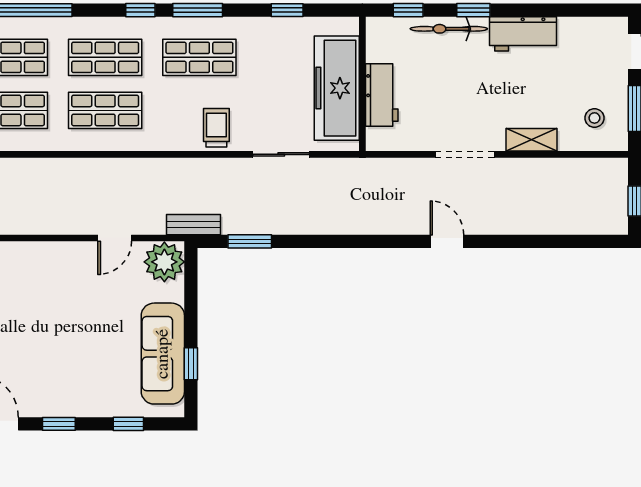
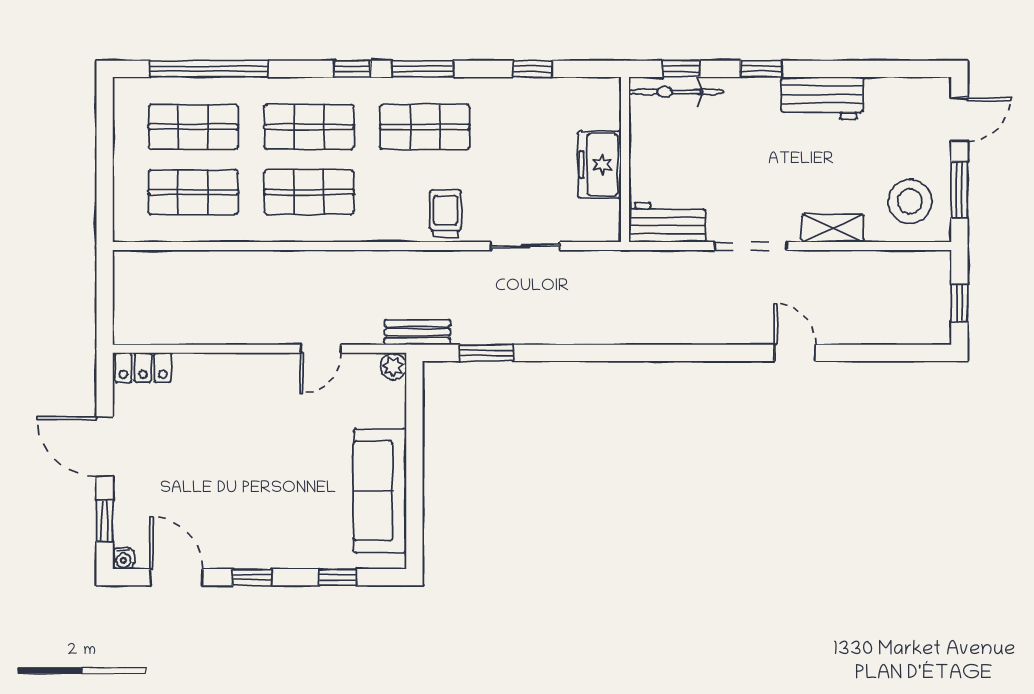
bicycle: (449, 29) -> (676, 92), moved
freezer: (337, 88) -> (599, 165), width x0.52, depth x0.79
workbench: (382, 95) -> (667, 222), moved, turned -90
stool: (594, 118) -> (910, 201), width x1.89, depth x1.89
door: (447, 241) -> (795, 353), moved
plant: (164, 262) -> (393, 367), width x0.53, depth x0.53
window: (191, 364) -> (414, 503), removed

